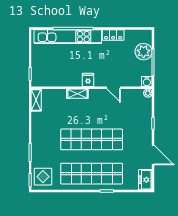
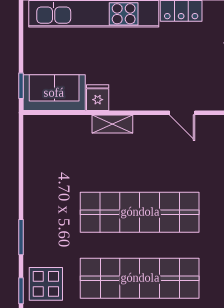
sofa: (47, 77) -> (54, 93), added
fridge: (88, 80) -> (98, 98), moved
shelving: (36, 100) -> (33, 136), removed

